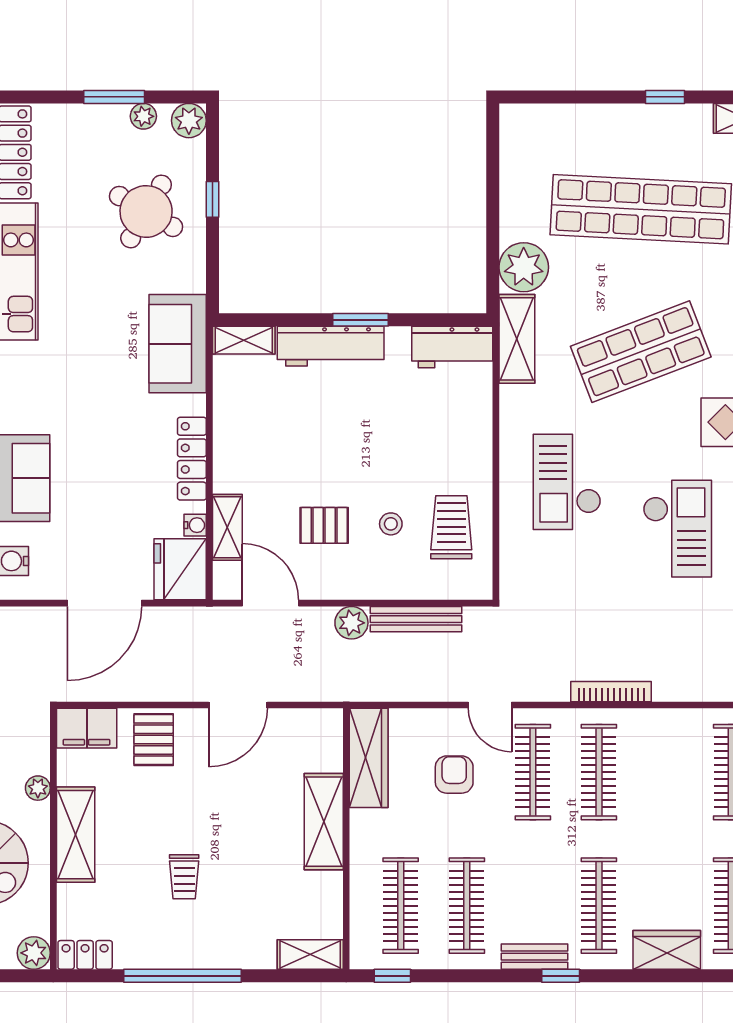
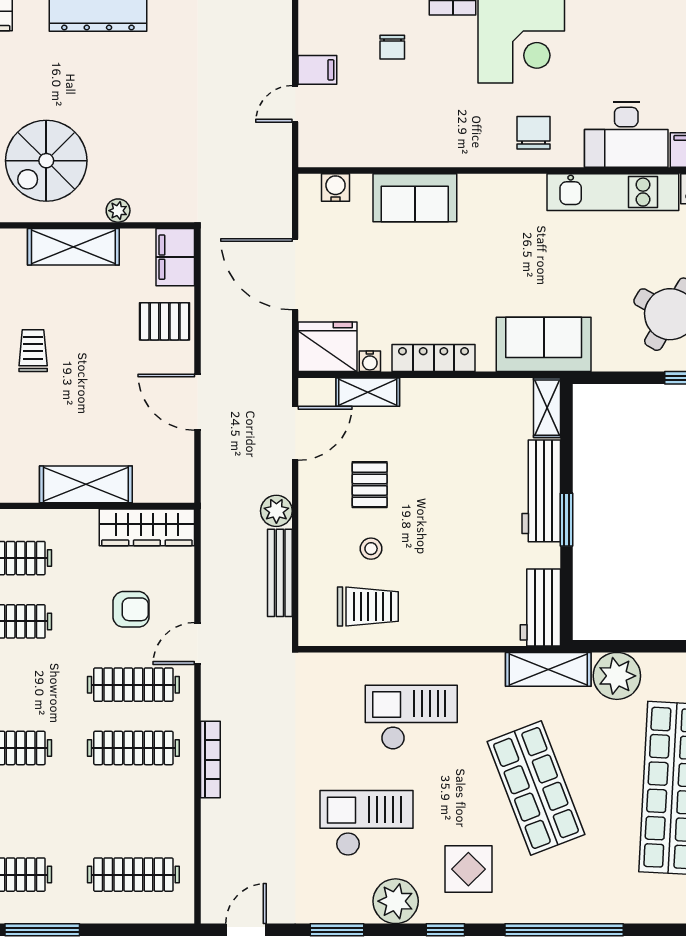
checkout: (677, 529) -> (367, 823), turned 180
trolley: (184, 877) -> (33, 351), turned 90

